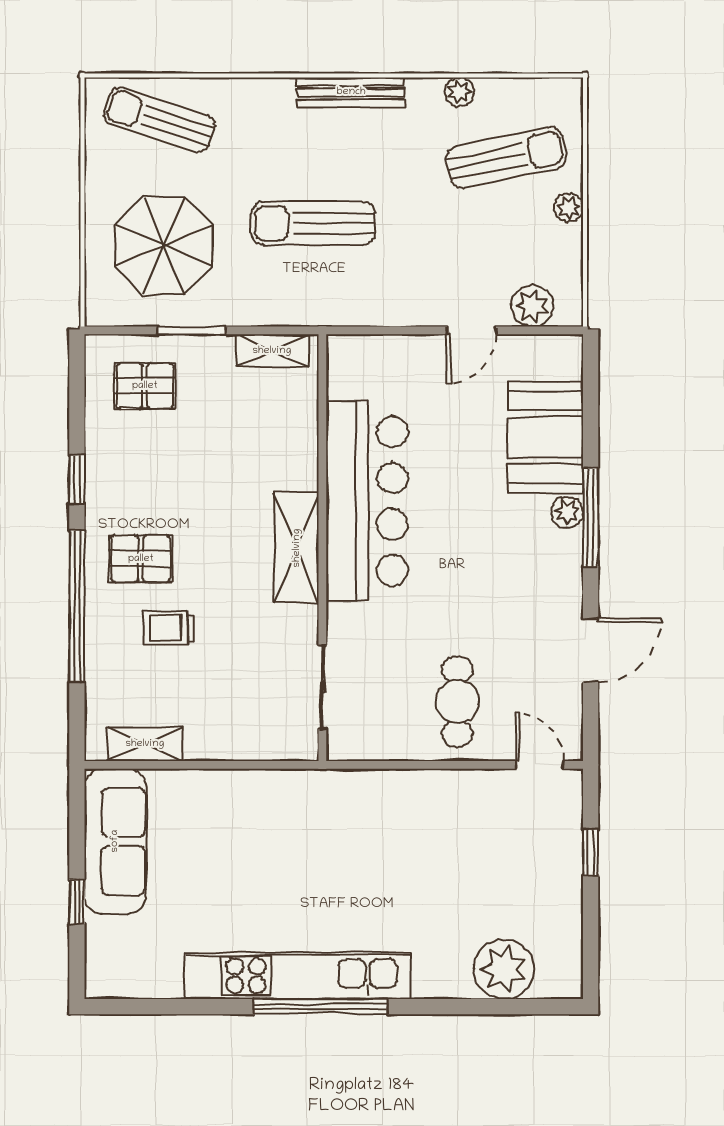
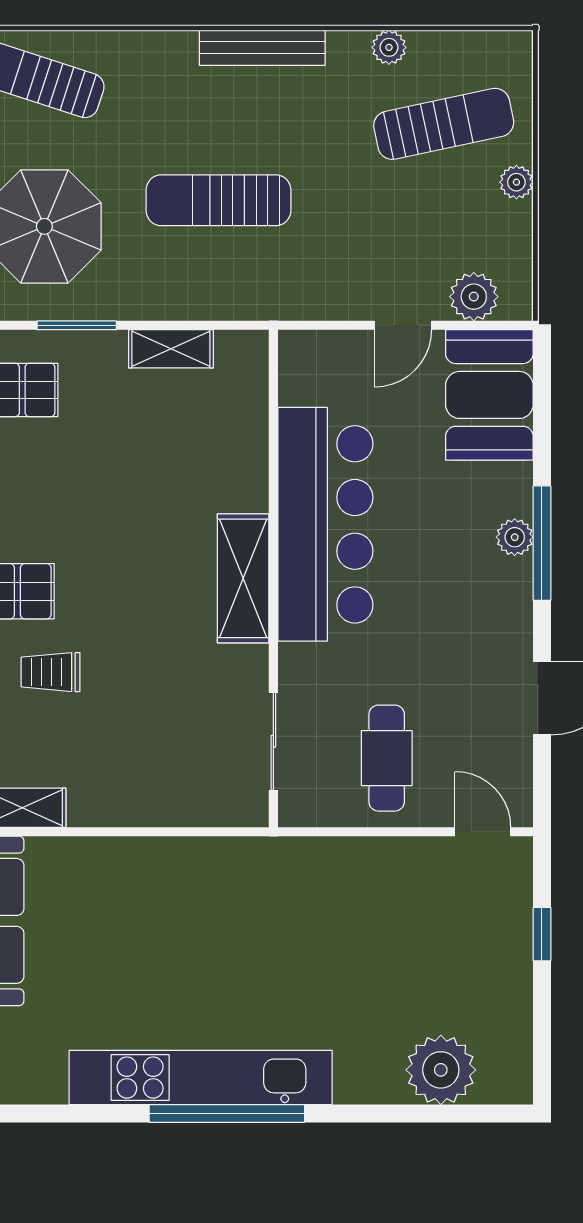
booth: (545, 437) -> (489, 395), moved
bar counter: (367, 501) -> (325, 524), moved
shelving: (297, 548) -> (243, 578), moved
wall: (322, 548) -> (273, 578), moved
sliding door: (322, 687) -> (273, 741), moved

